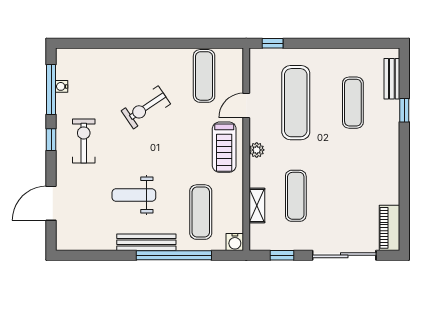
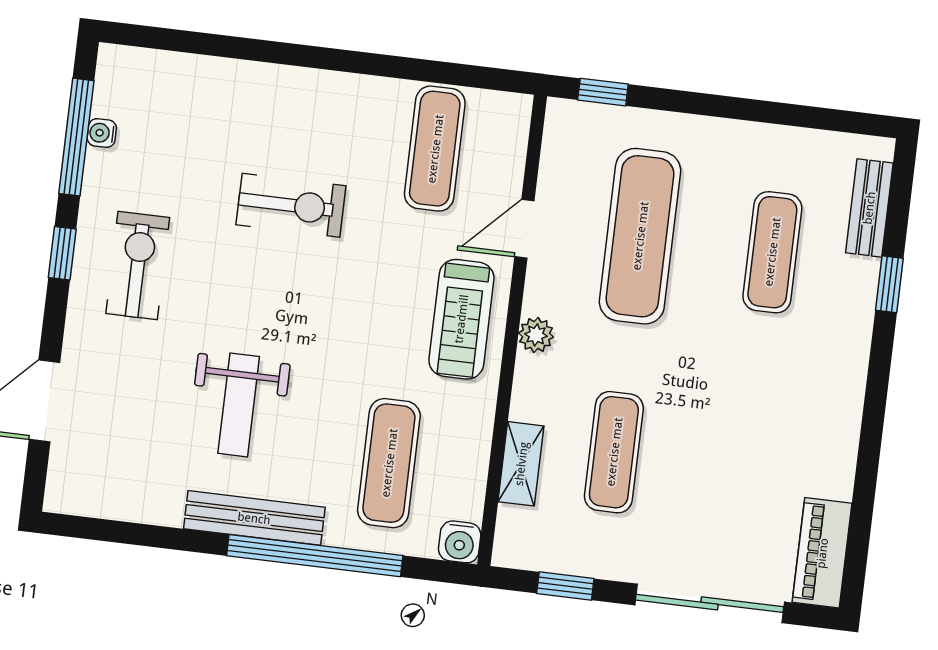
exercise bike: (146, 107) -> (291, 205), turned -146
weight bench: (134, 195) -> (239, 405), turned -90

